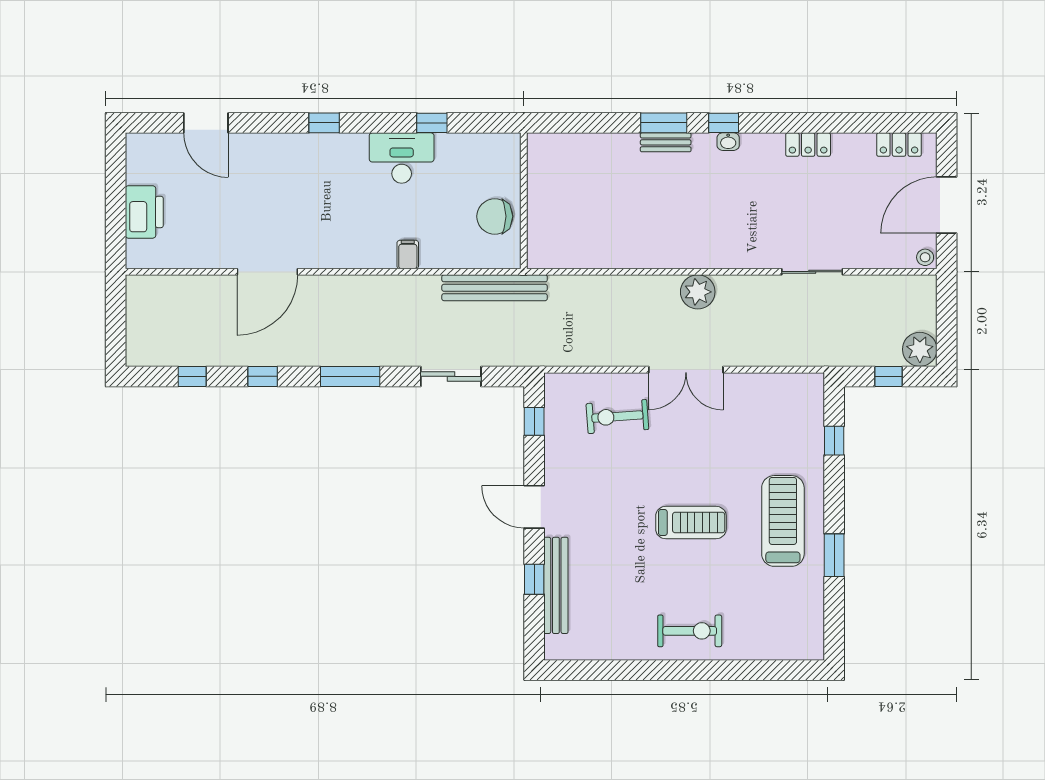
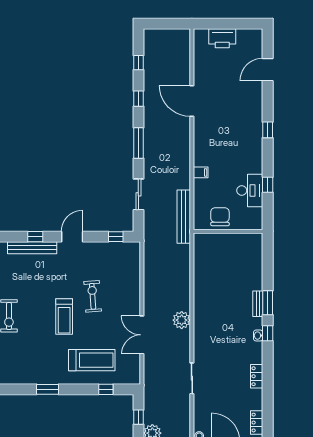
desk: (402, 158) -> (250, 190), moved
double door: (686, 370) -> (142, 335), moved
exercise bike: (617, 417) -> (93, 296), moved
treadmill: (783, 521) -> (92, 360), moved

